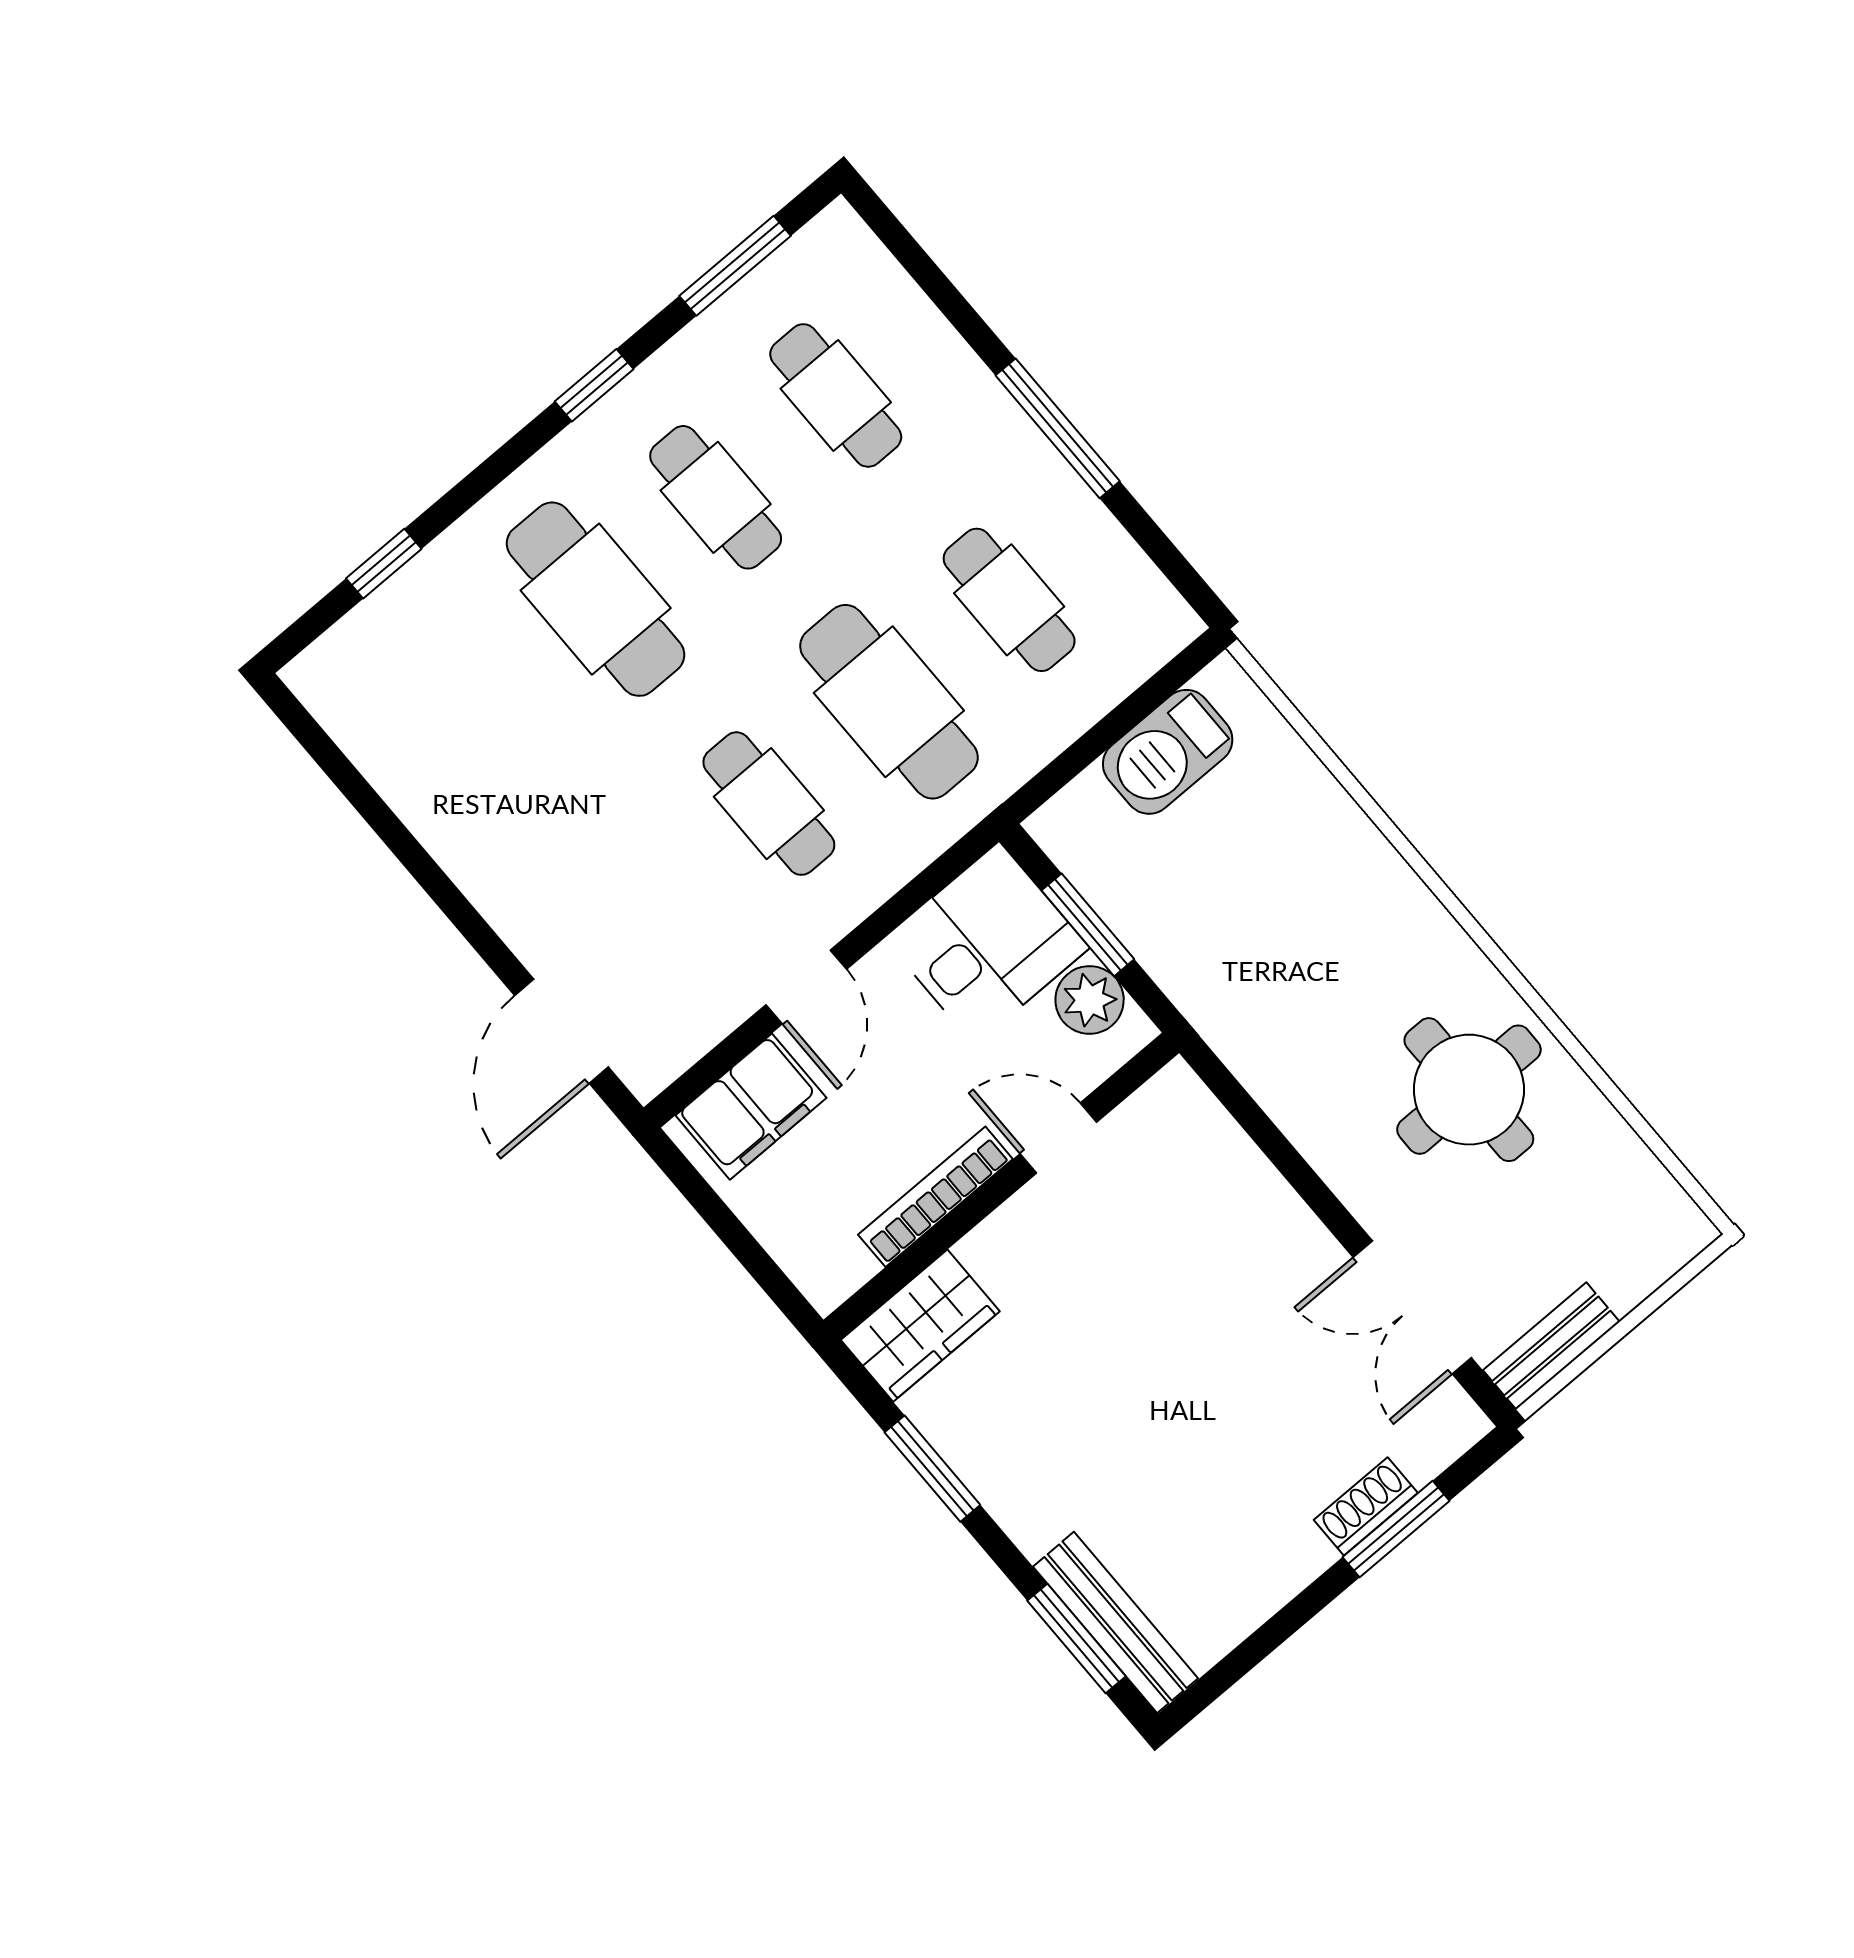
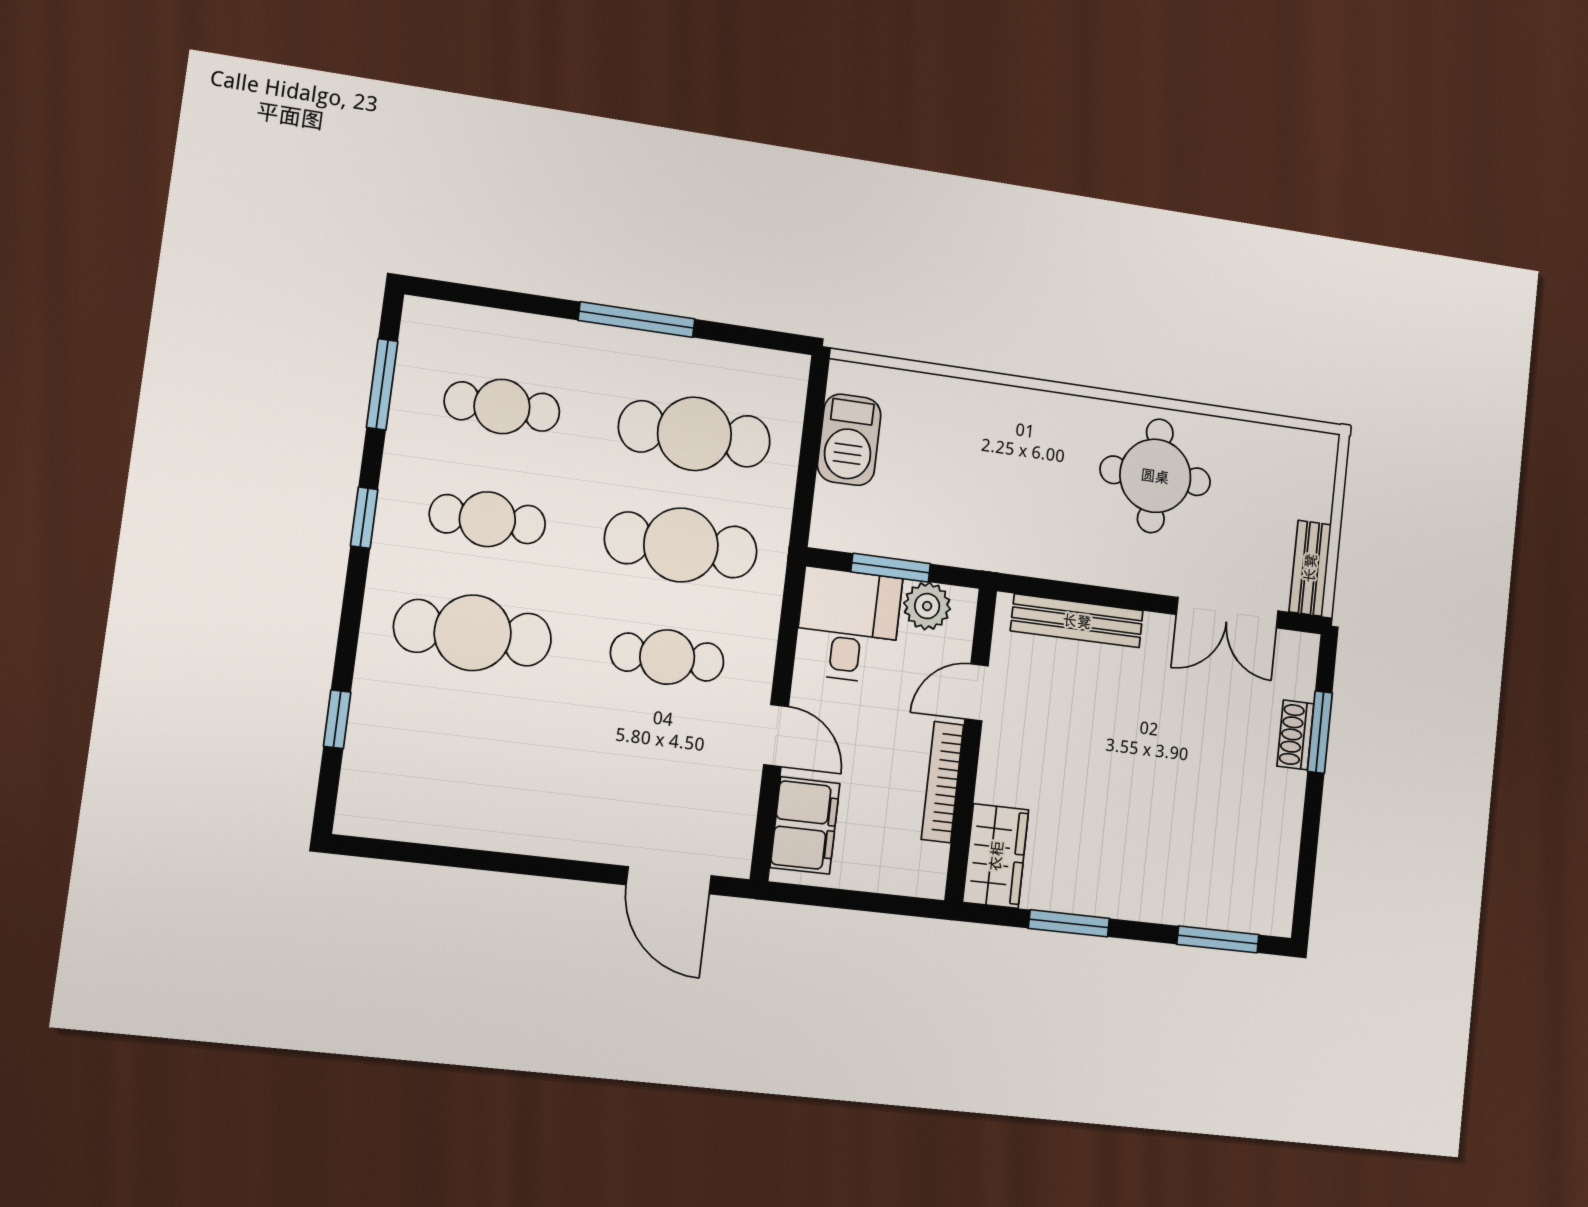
cafe table: (1009, 600) -> (694, 434), width x1.37, depth x1.35
bench: (1116, 1622) -> (1077, 621), moved

